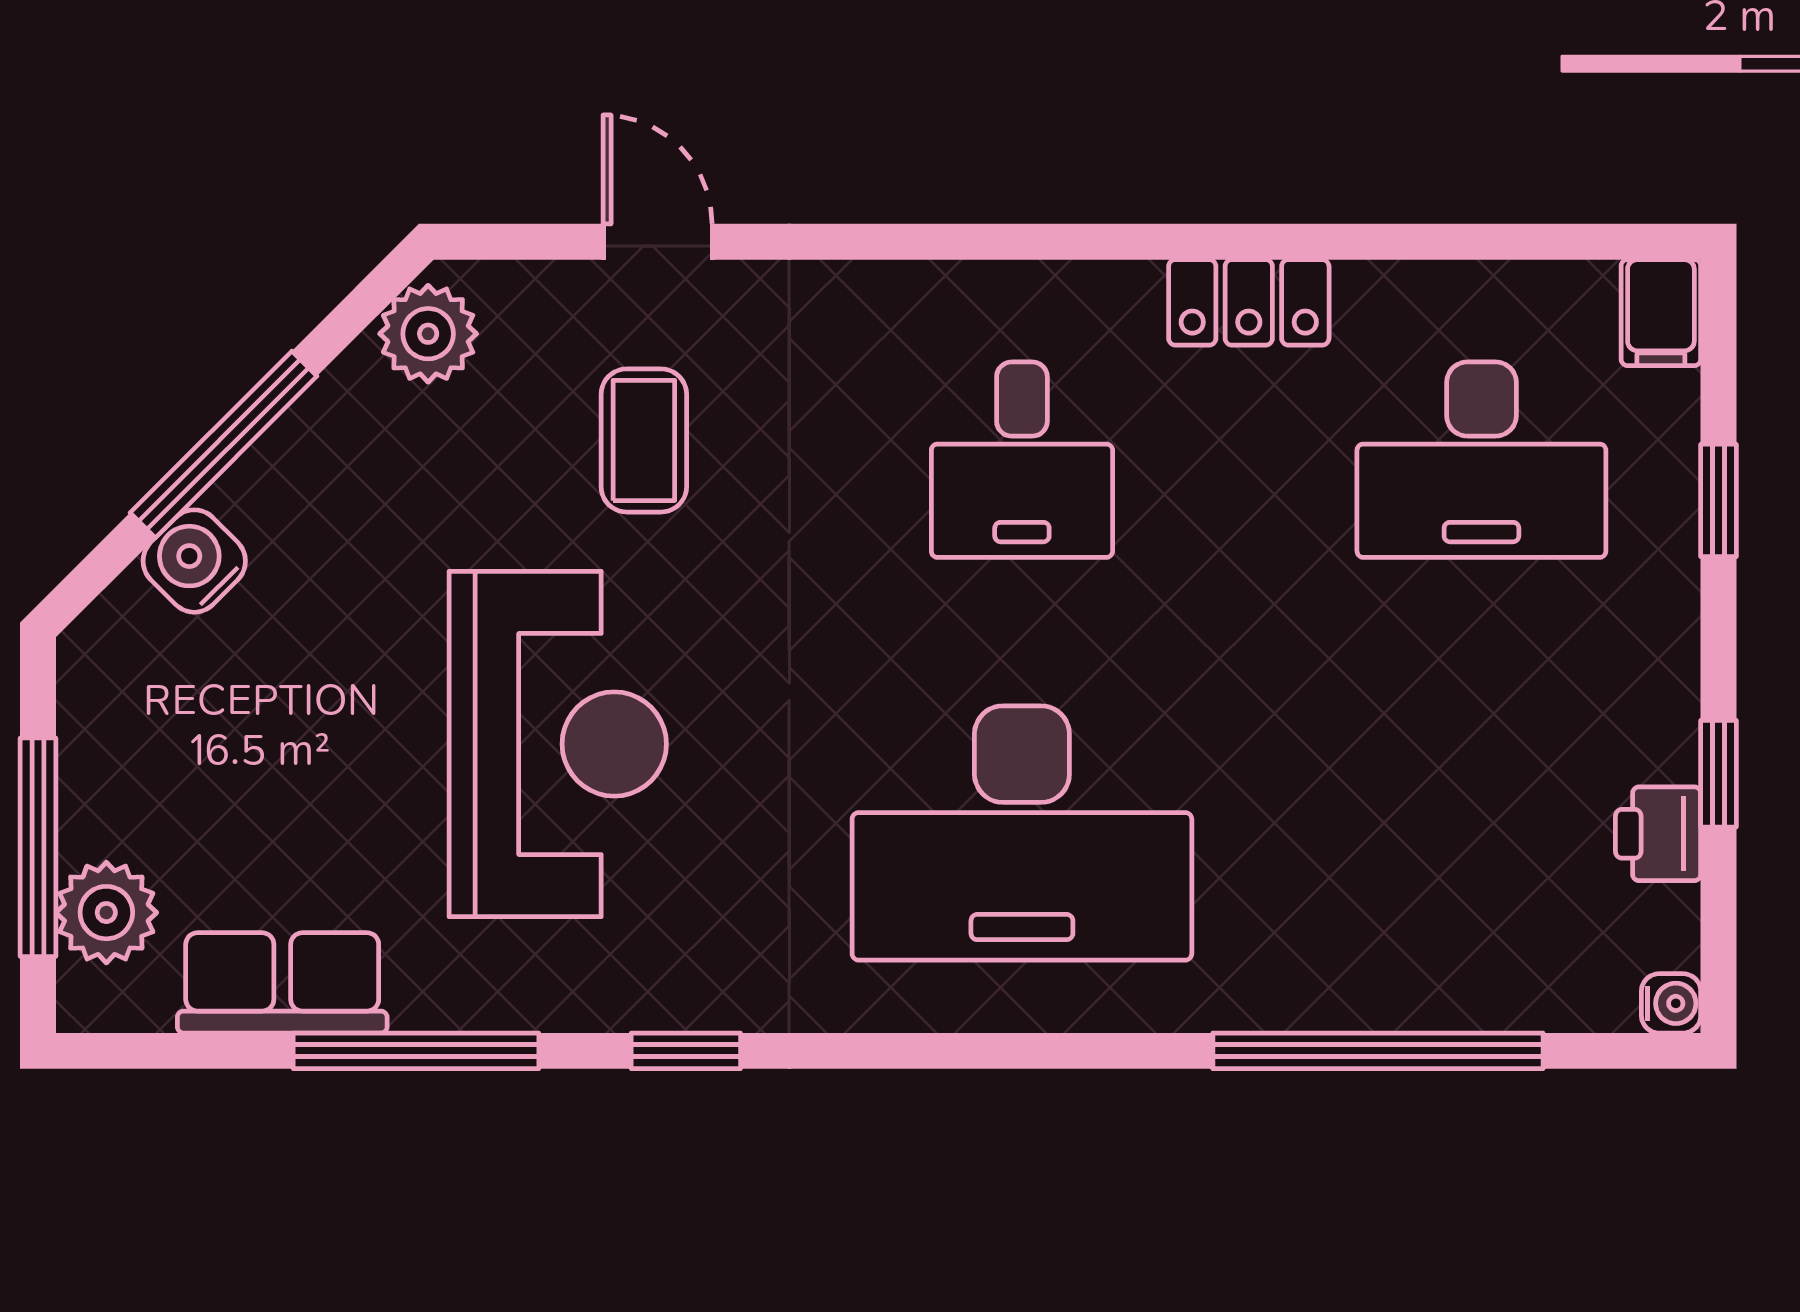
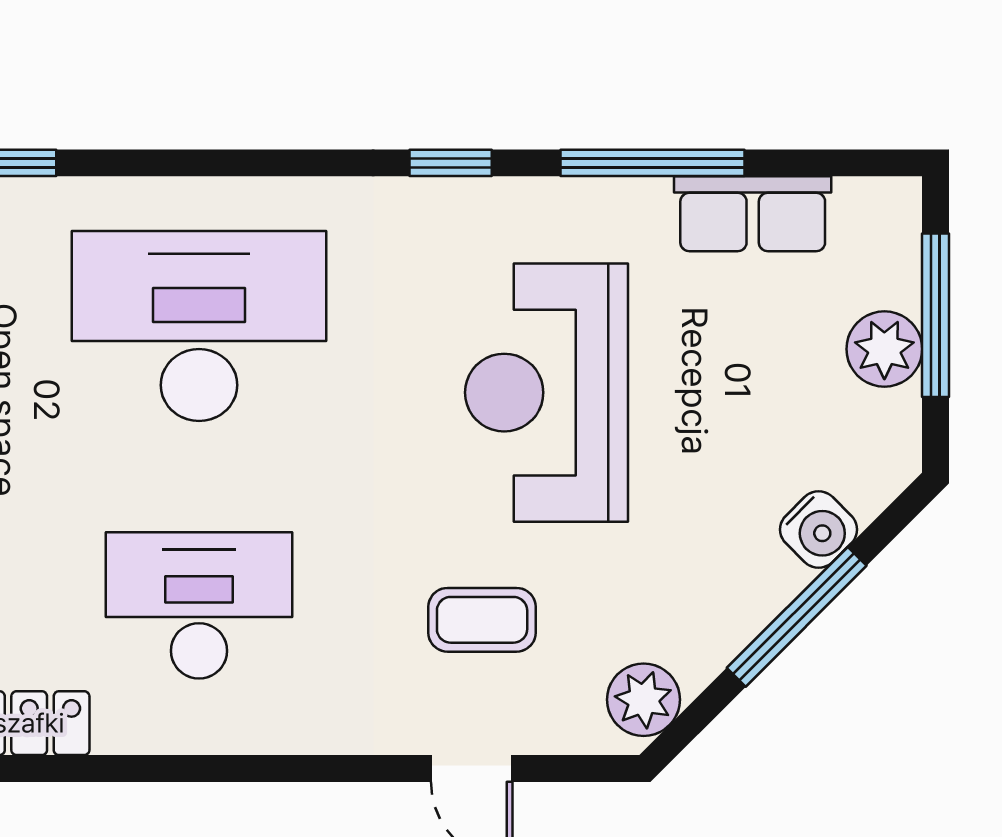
coffee table: (644, 440) -> (482, 620), turned 90
desk: (1022, 460) -> (199, 605), width x1.37
plant: (106, 913) -> (884, 349), moved

